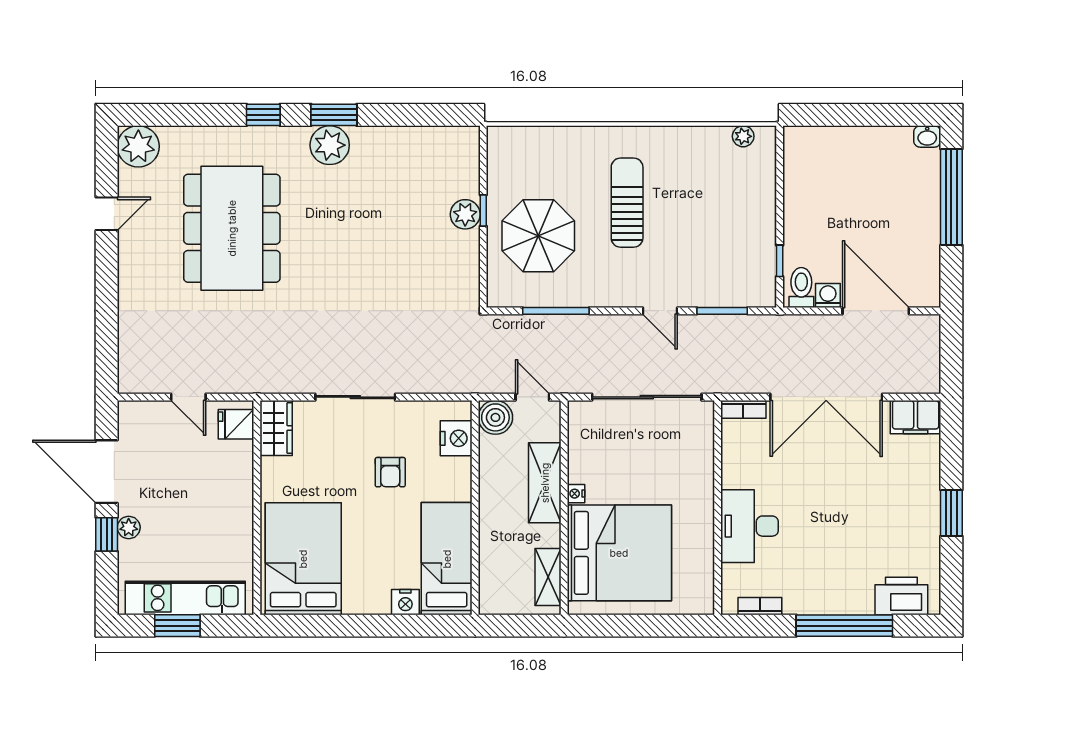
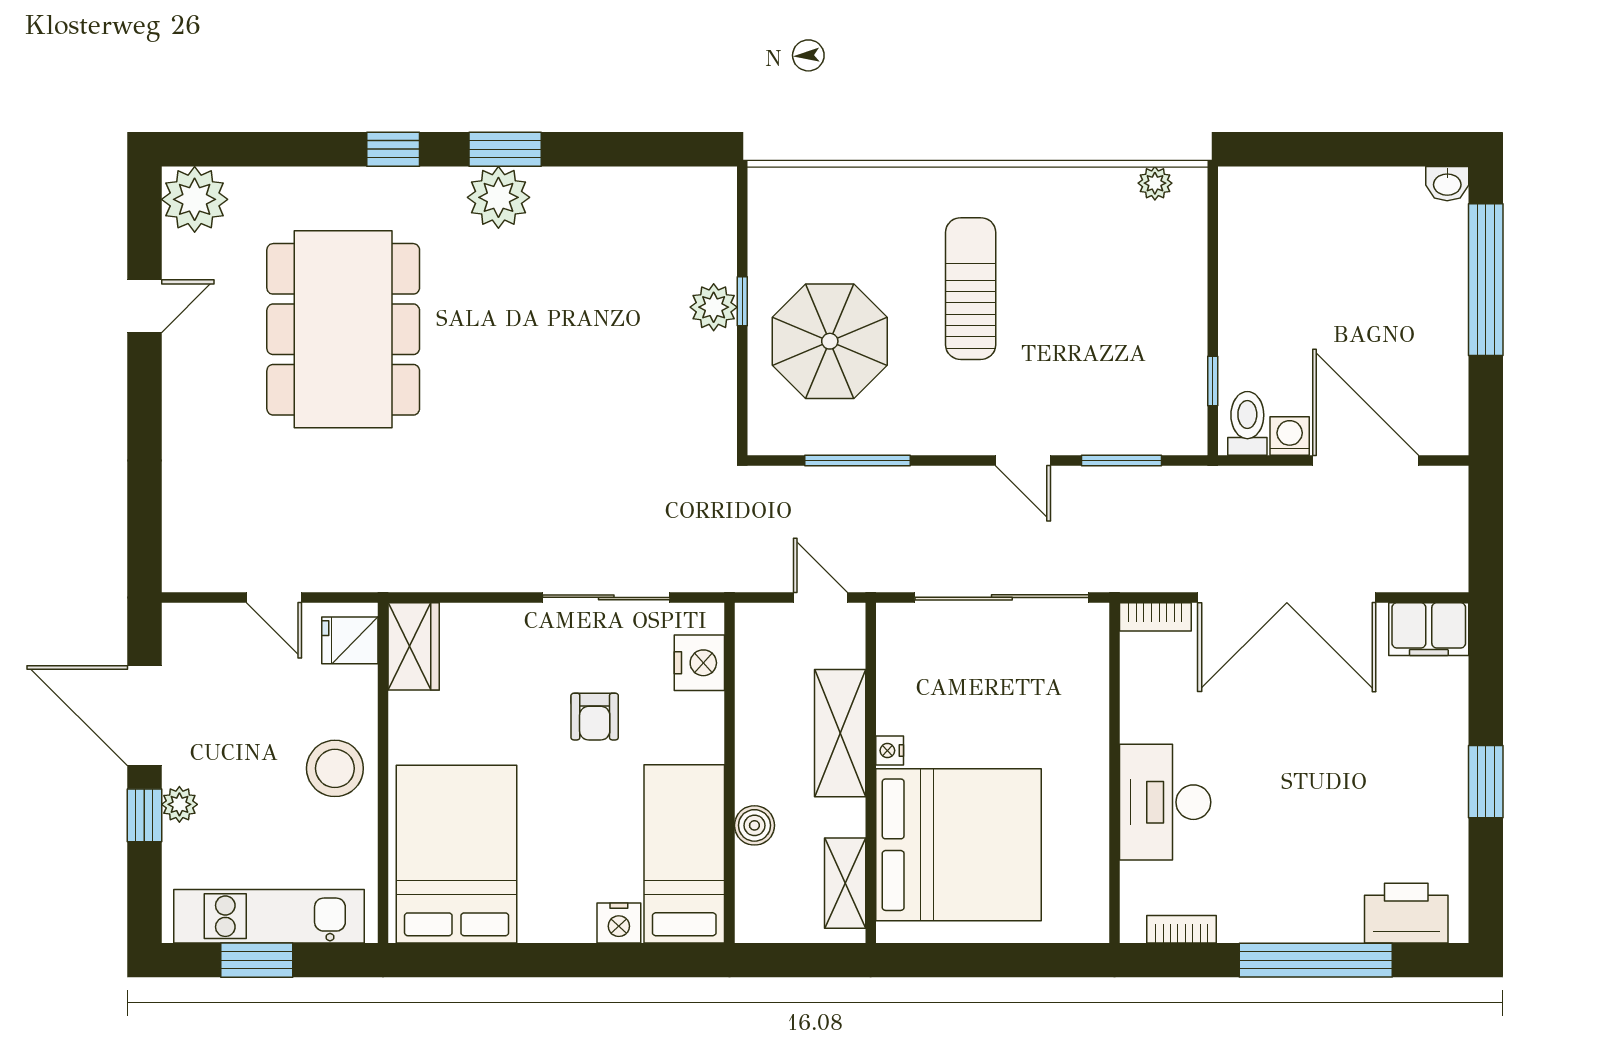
sliding door: (355, 397) -> (606, 597), moved
boiler: (495, 417) -> (754, 825), moved, width x0.73, depth x0.73
stool: (227, 505) -> (335, 768), added

